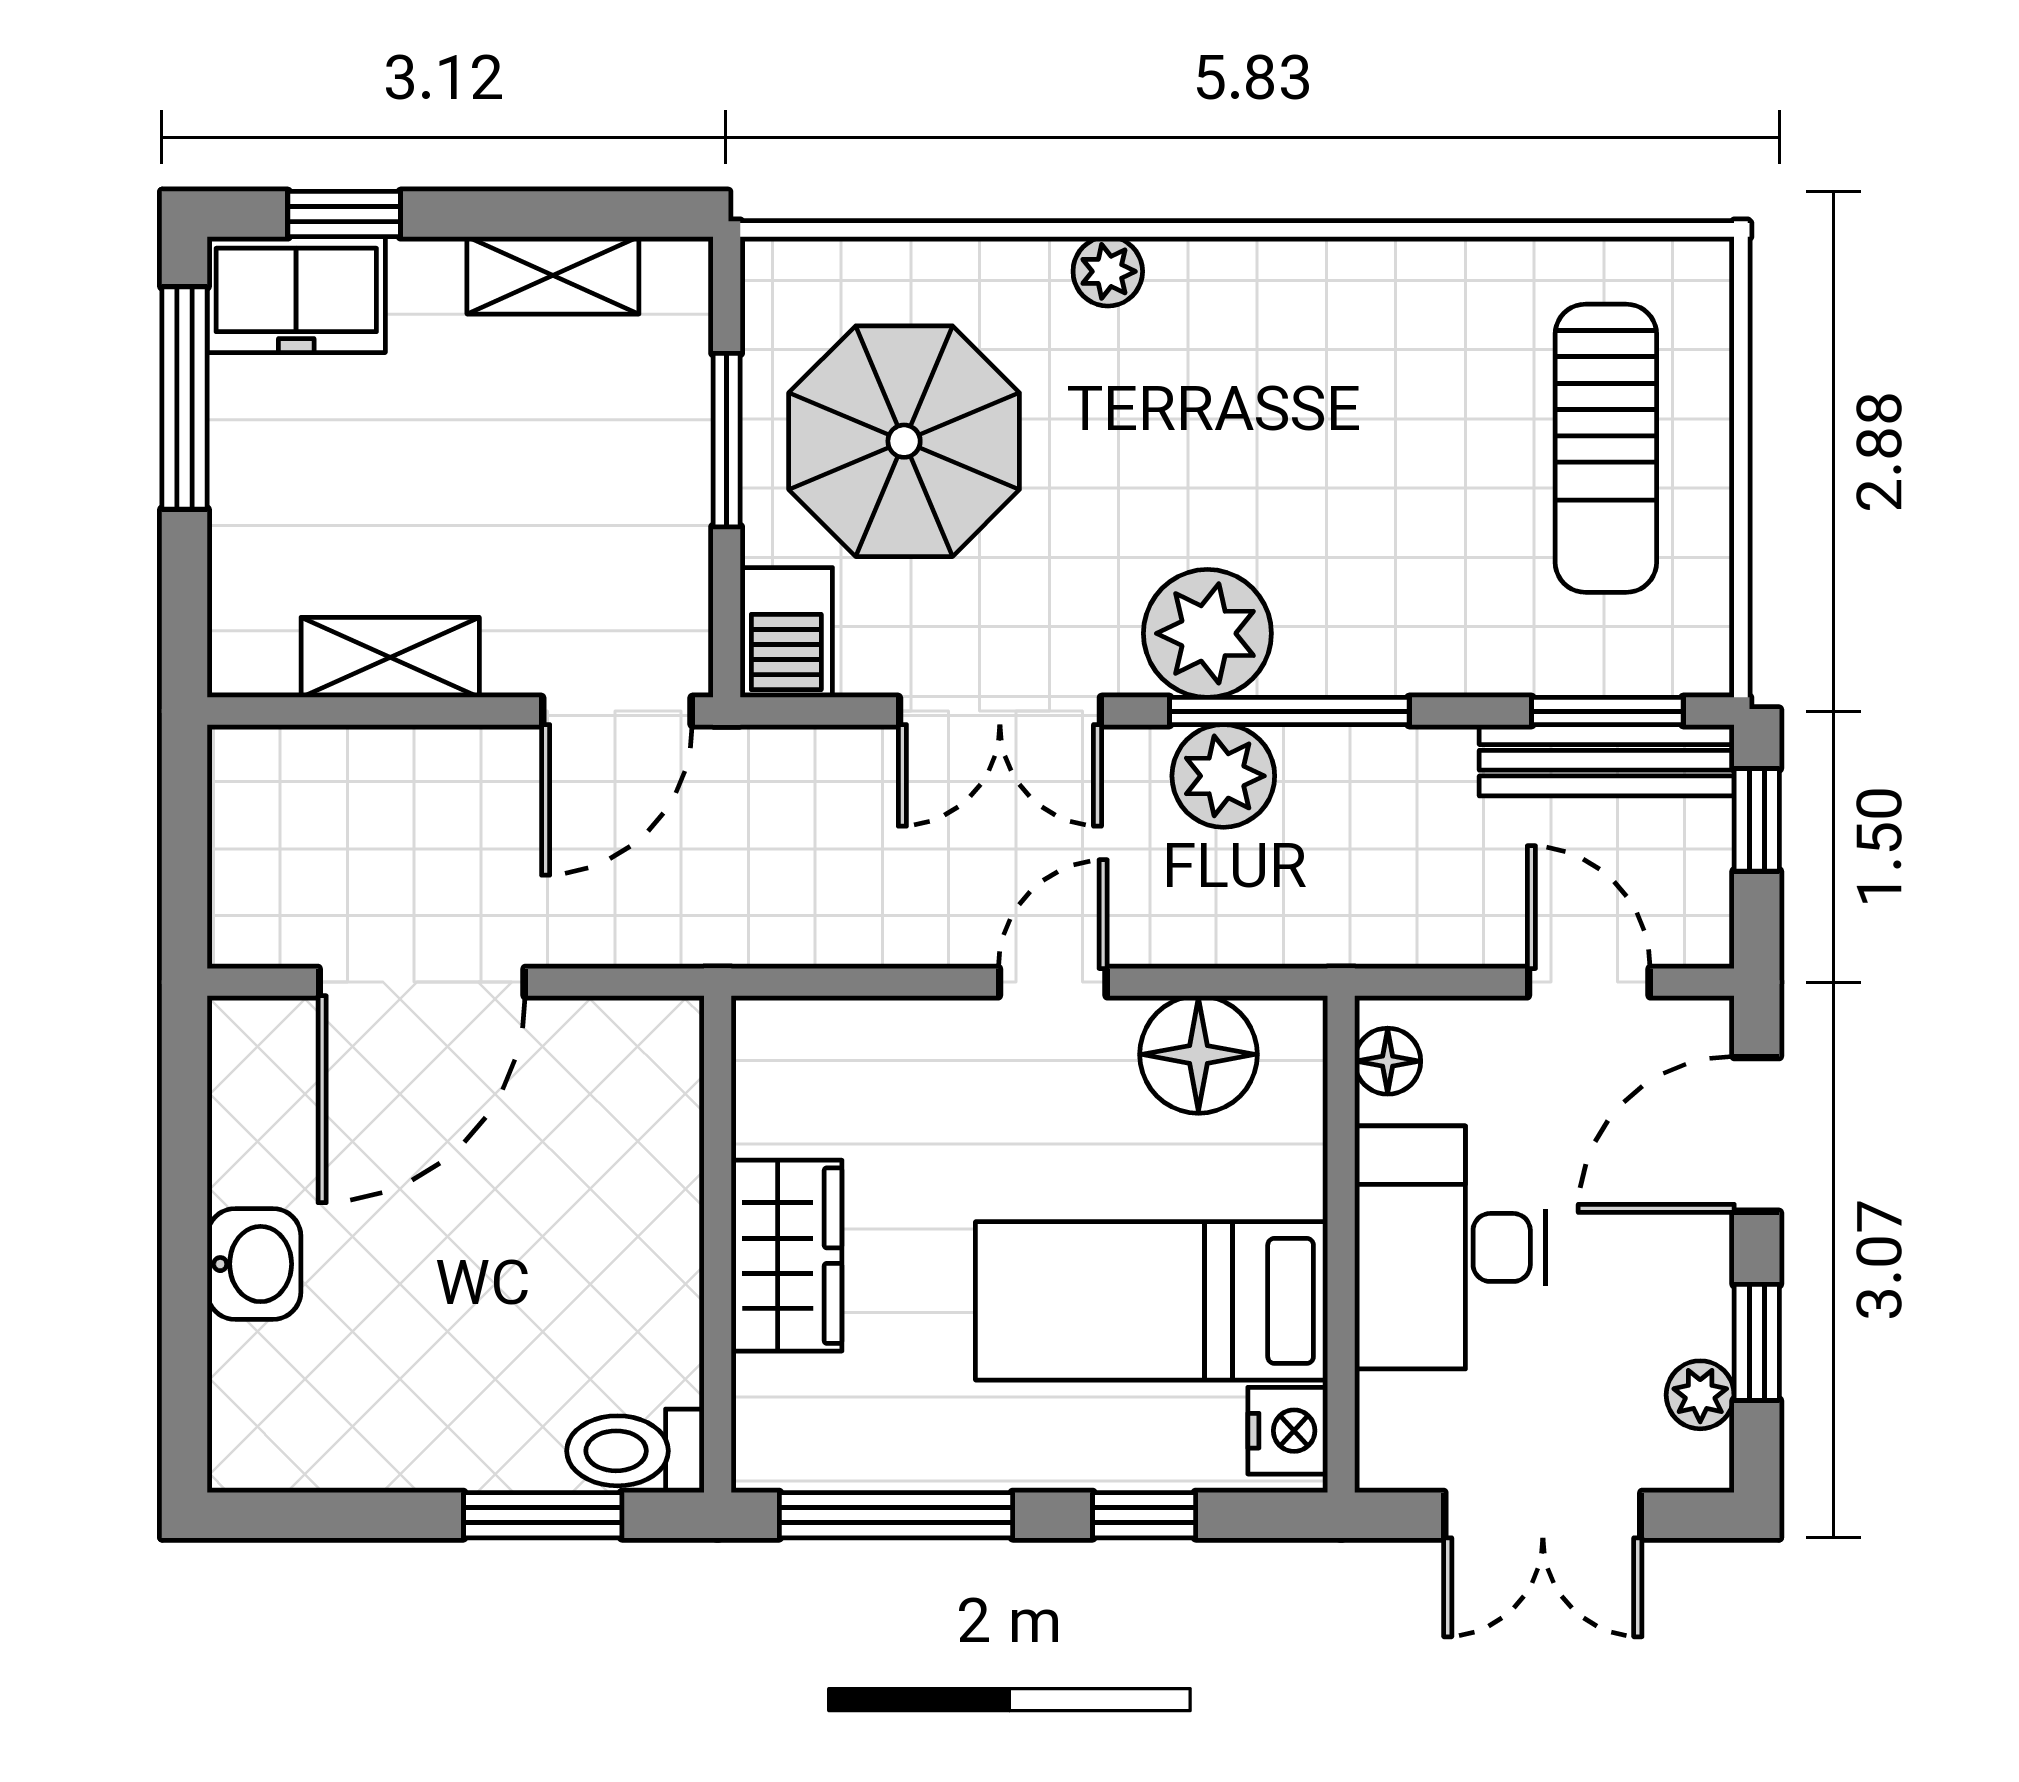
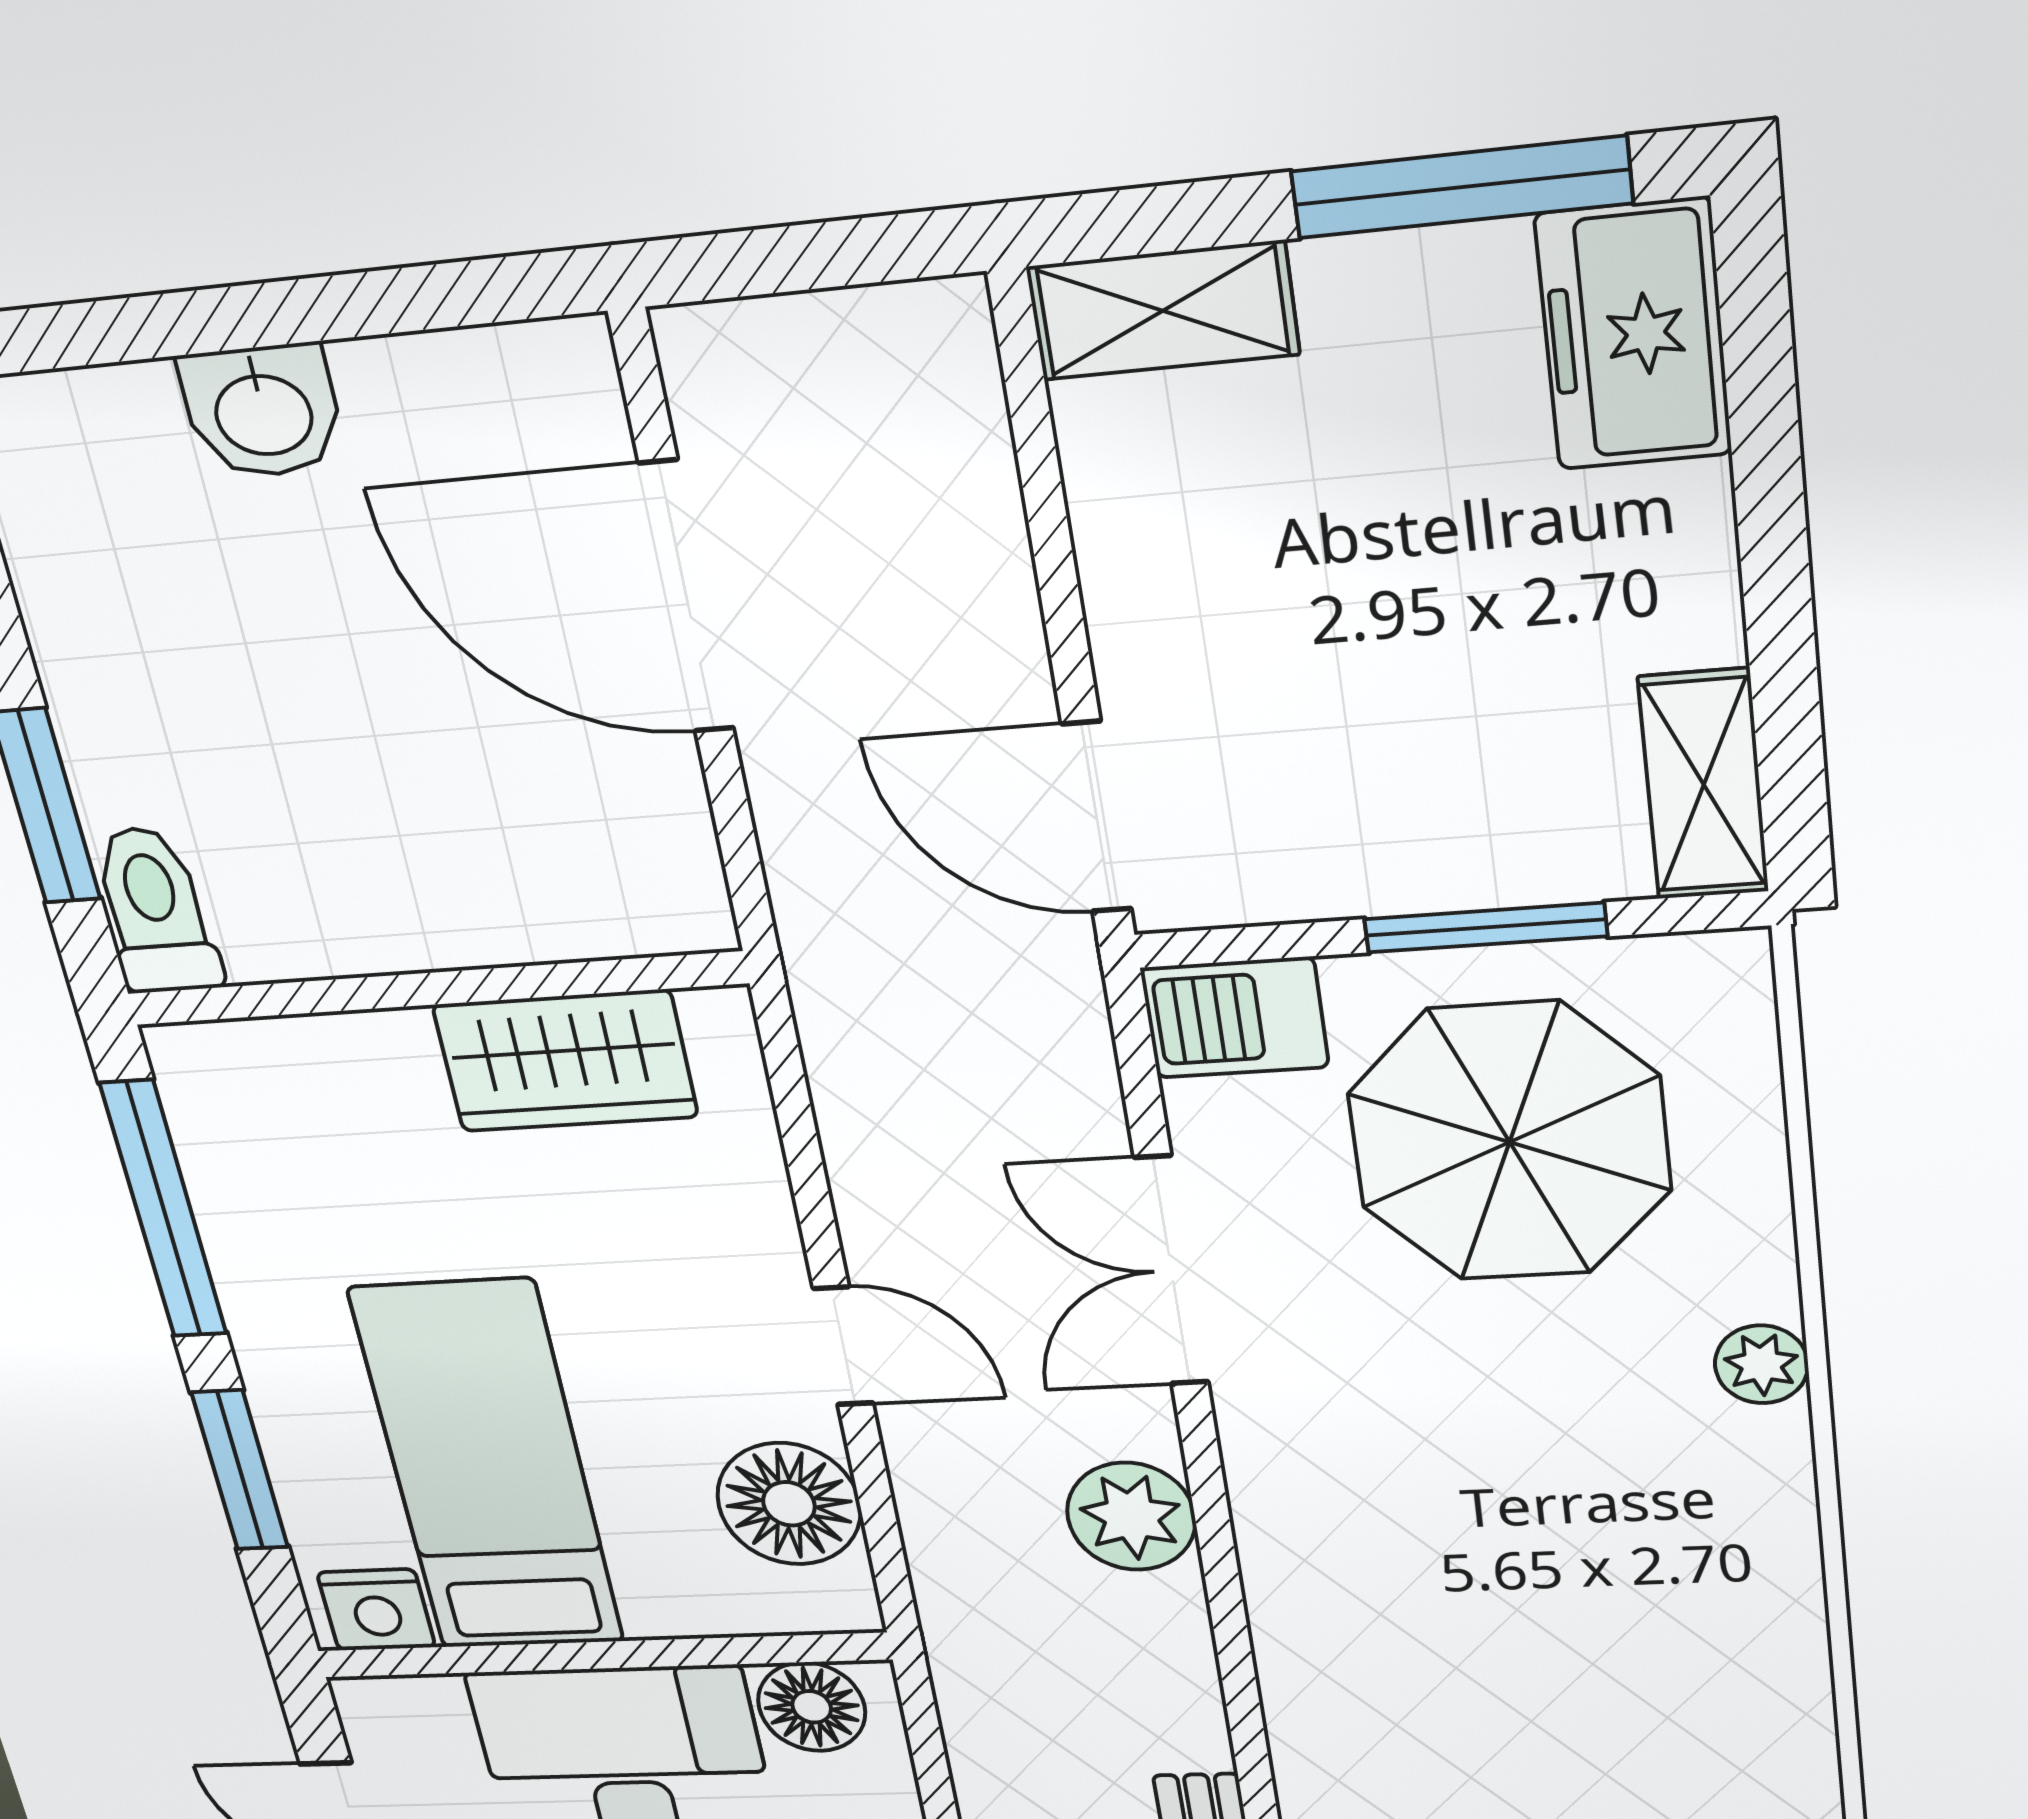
window: (344, 214) -> (1761, 392), removed
shelving: (553, 275) -> (1704, 785), moved
plant: (1207, 633) -> (1306, 1493), removed
shelving: (390, 657) -> (1163, 311), moved, turned 90
window: (1289, 711) -> (1223, 1582), removed
floor lamp: (1388, 1061) -> (812, 1707), width x1.37, depth x1.37
wardrobe: (787, 1256) -> (565, 1061), moved
window: (1144, 1515) -> (240, 1470), width x1.50

